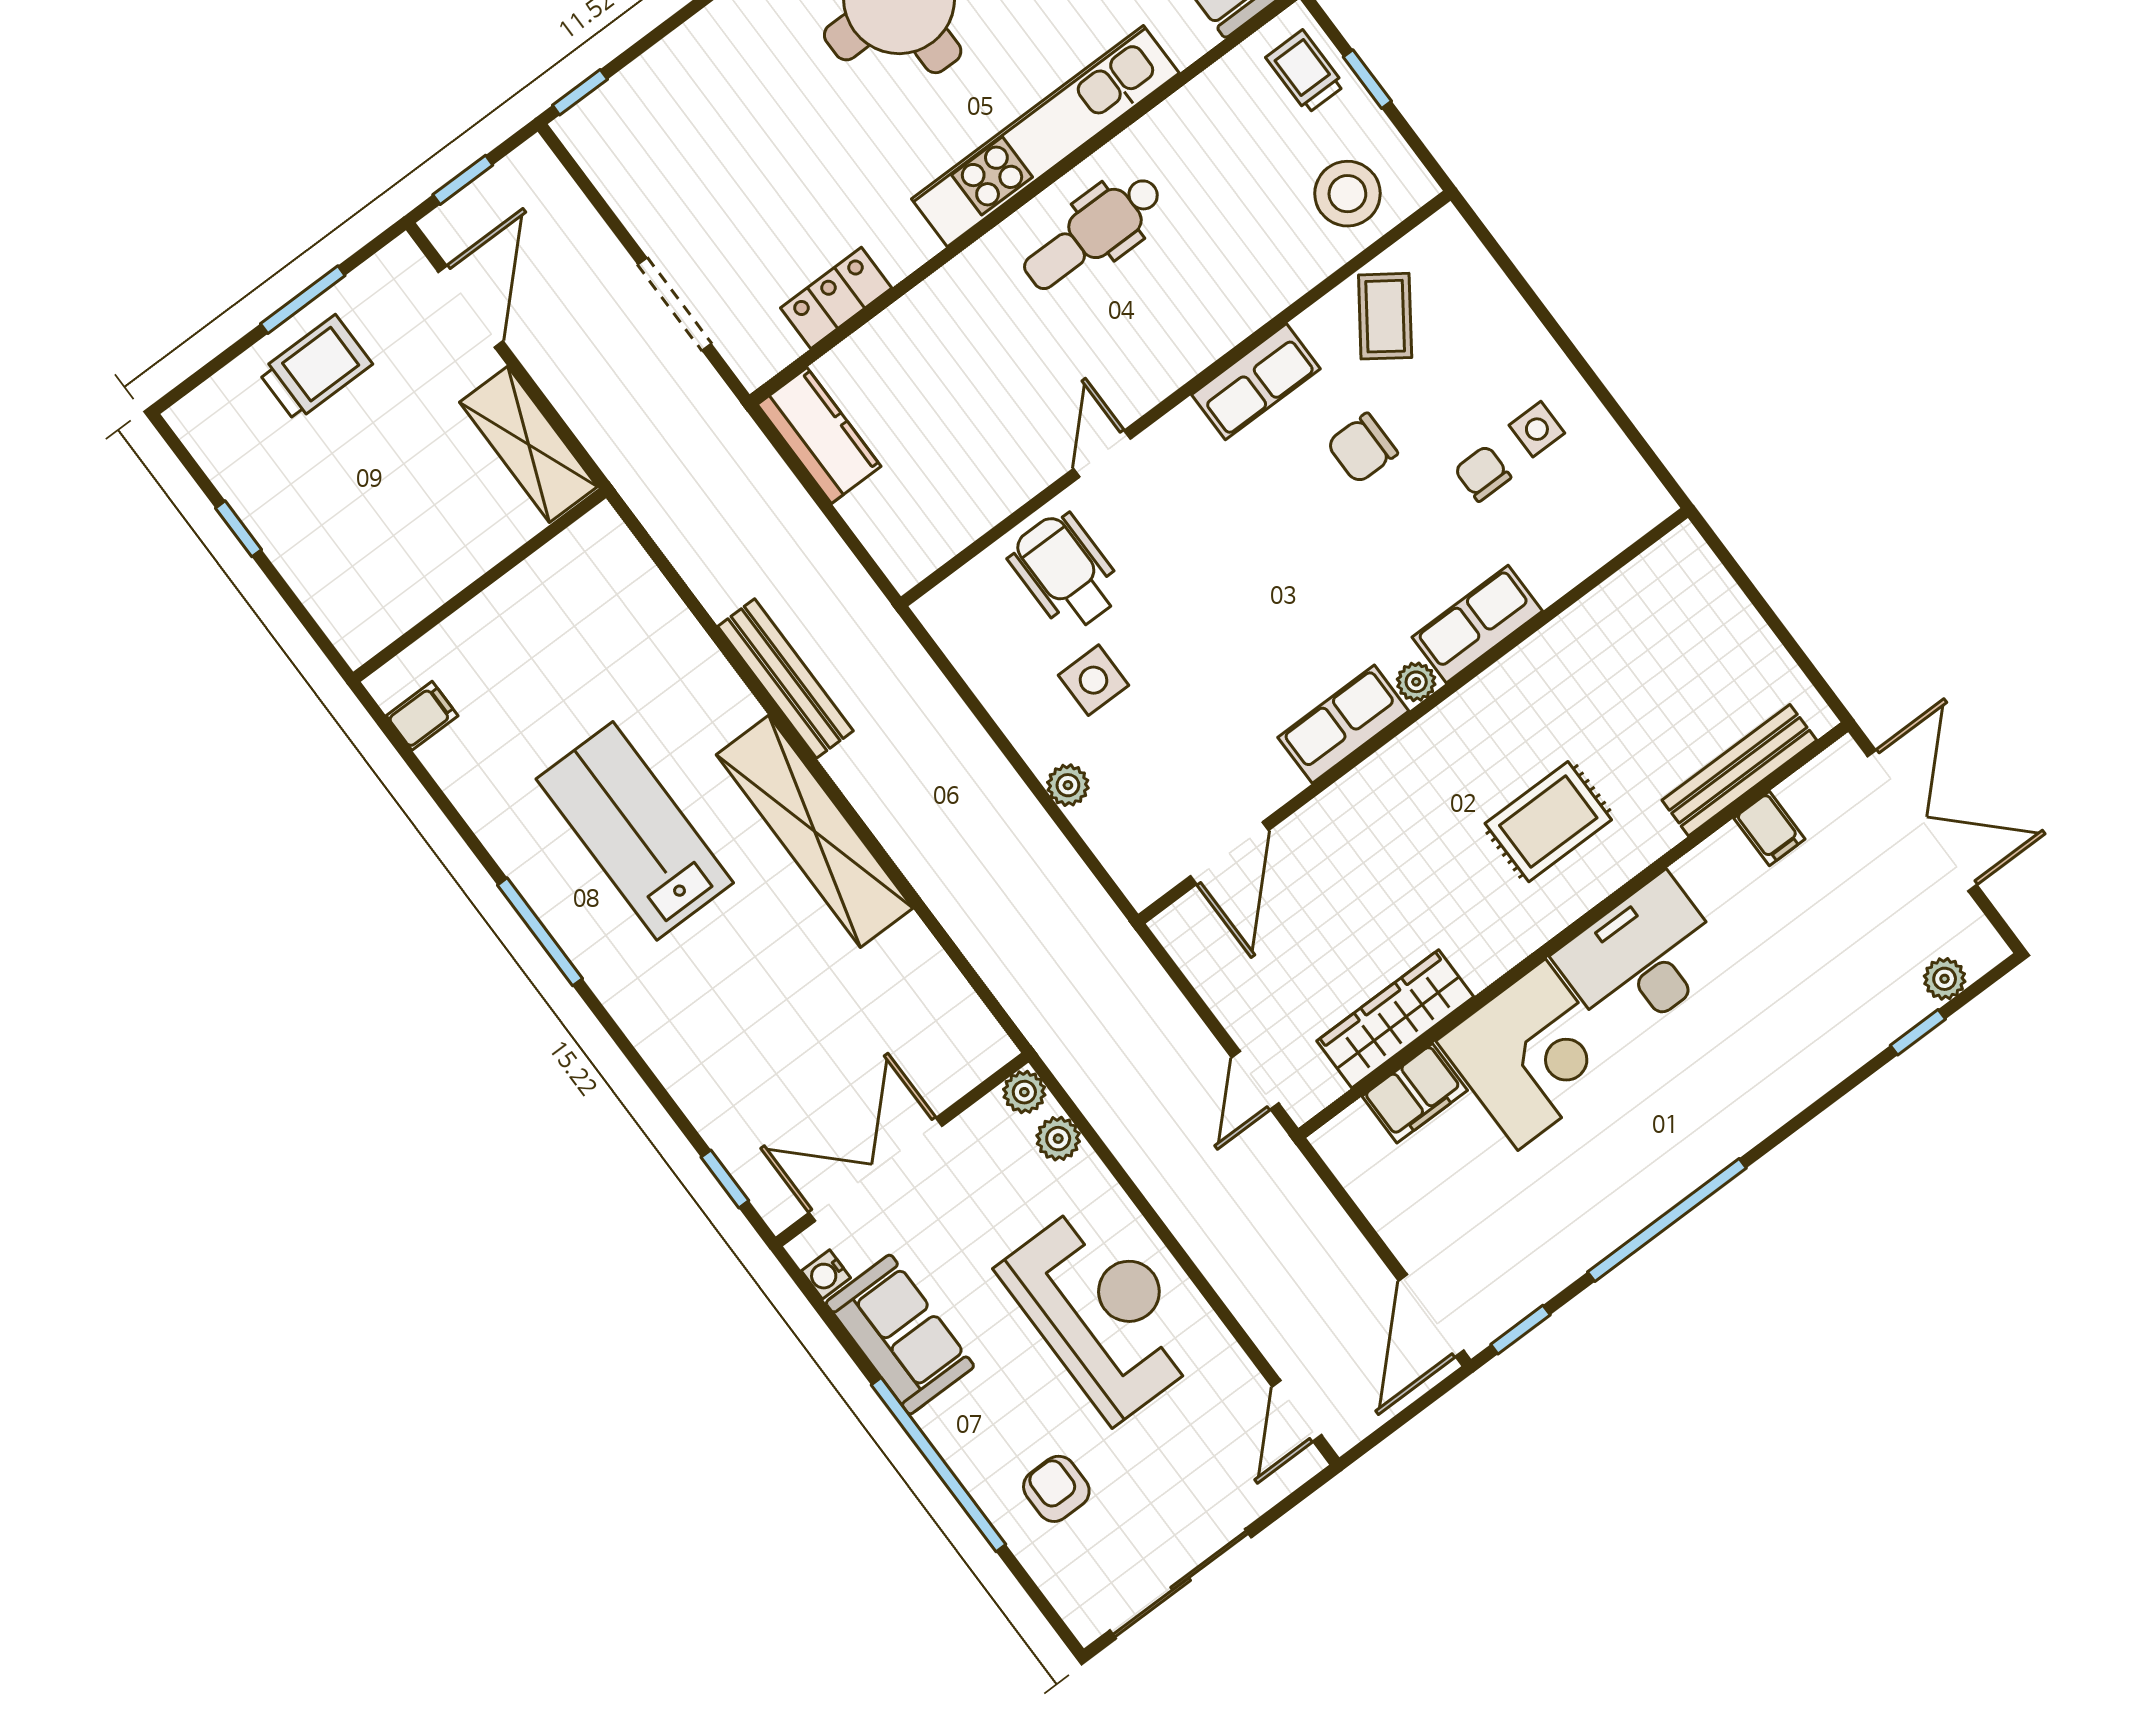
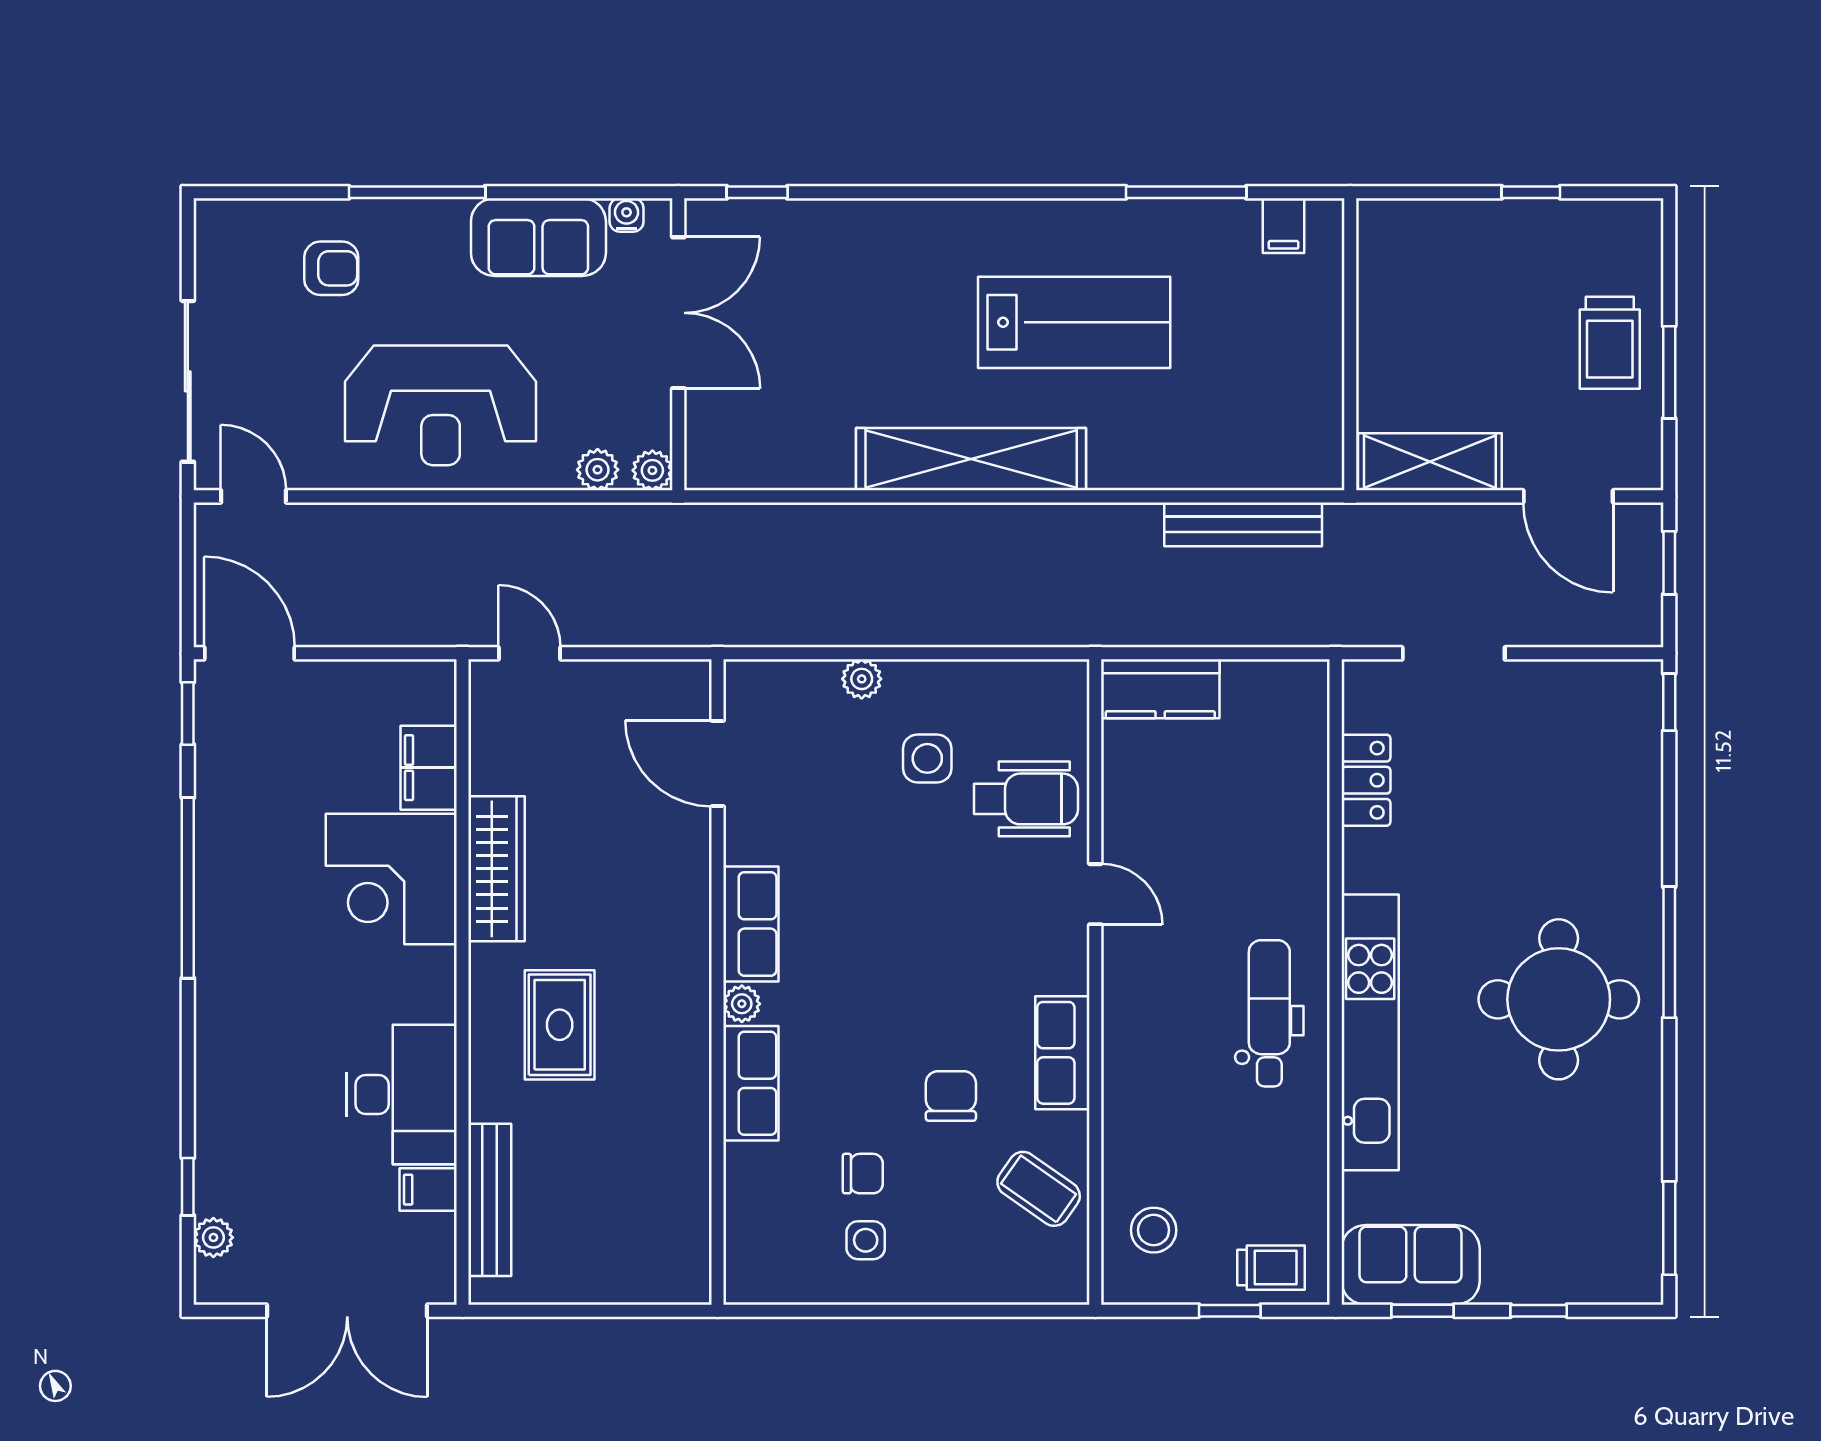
stool: (1347, 194) -> (1154, 1230), width x0.73, depth x0.73
kitchen counter: (819, 435) -> (1160, 689), moved
bench: (786, 679) -> (1243, 524), moved
window: (540, 932) -> (1186, 192), moved
desk: (1642, 958) -> (402, 1094), moved
wardrobe: (1395, 1019) -> (496, 869), moved
window: (939, 1465) -> (417, 192), width x0.68
sliding door: (1181, 1584) -> (188, 381), moved

